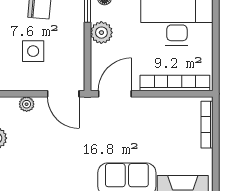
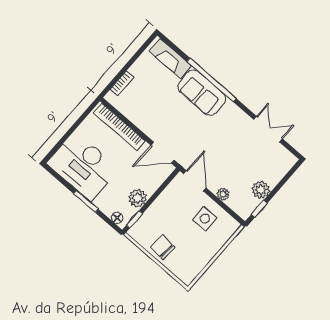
side table: (33, 51) -> (205, 219), moved
bookcase: (207, 125) -> (122, 83), width x0.64

